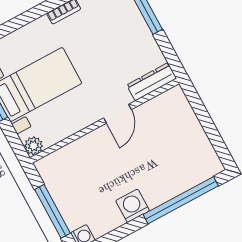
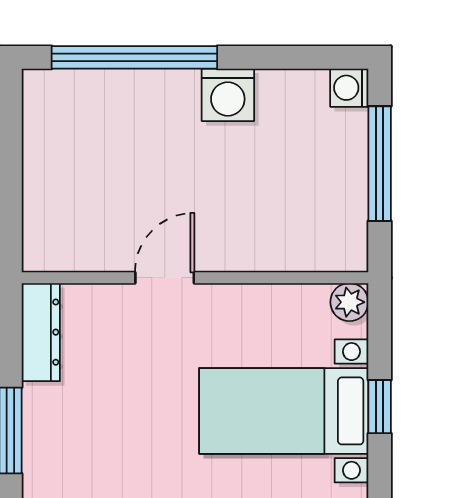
dresser: (152, 82) -> (41, 332), moved, turned -90

